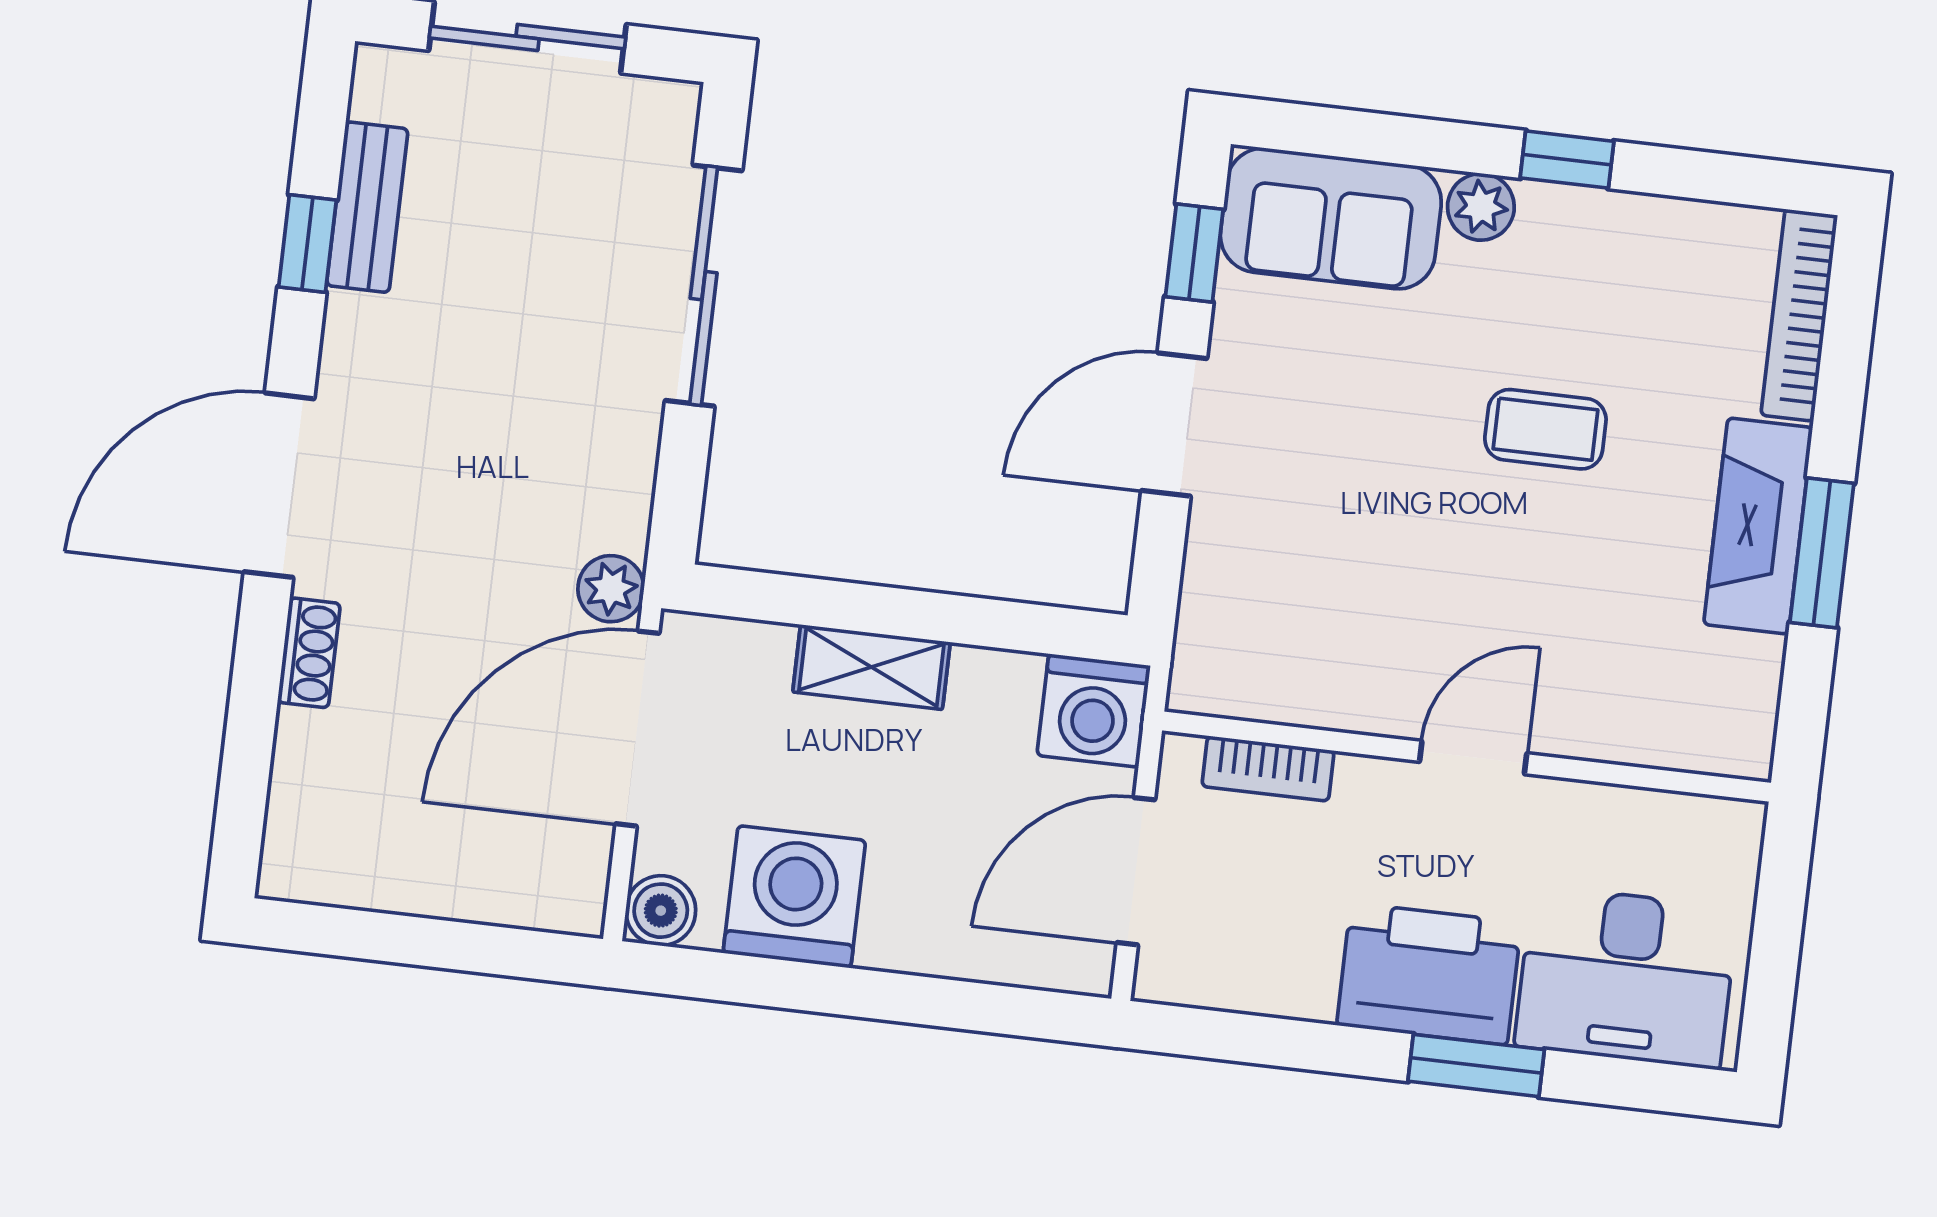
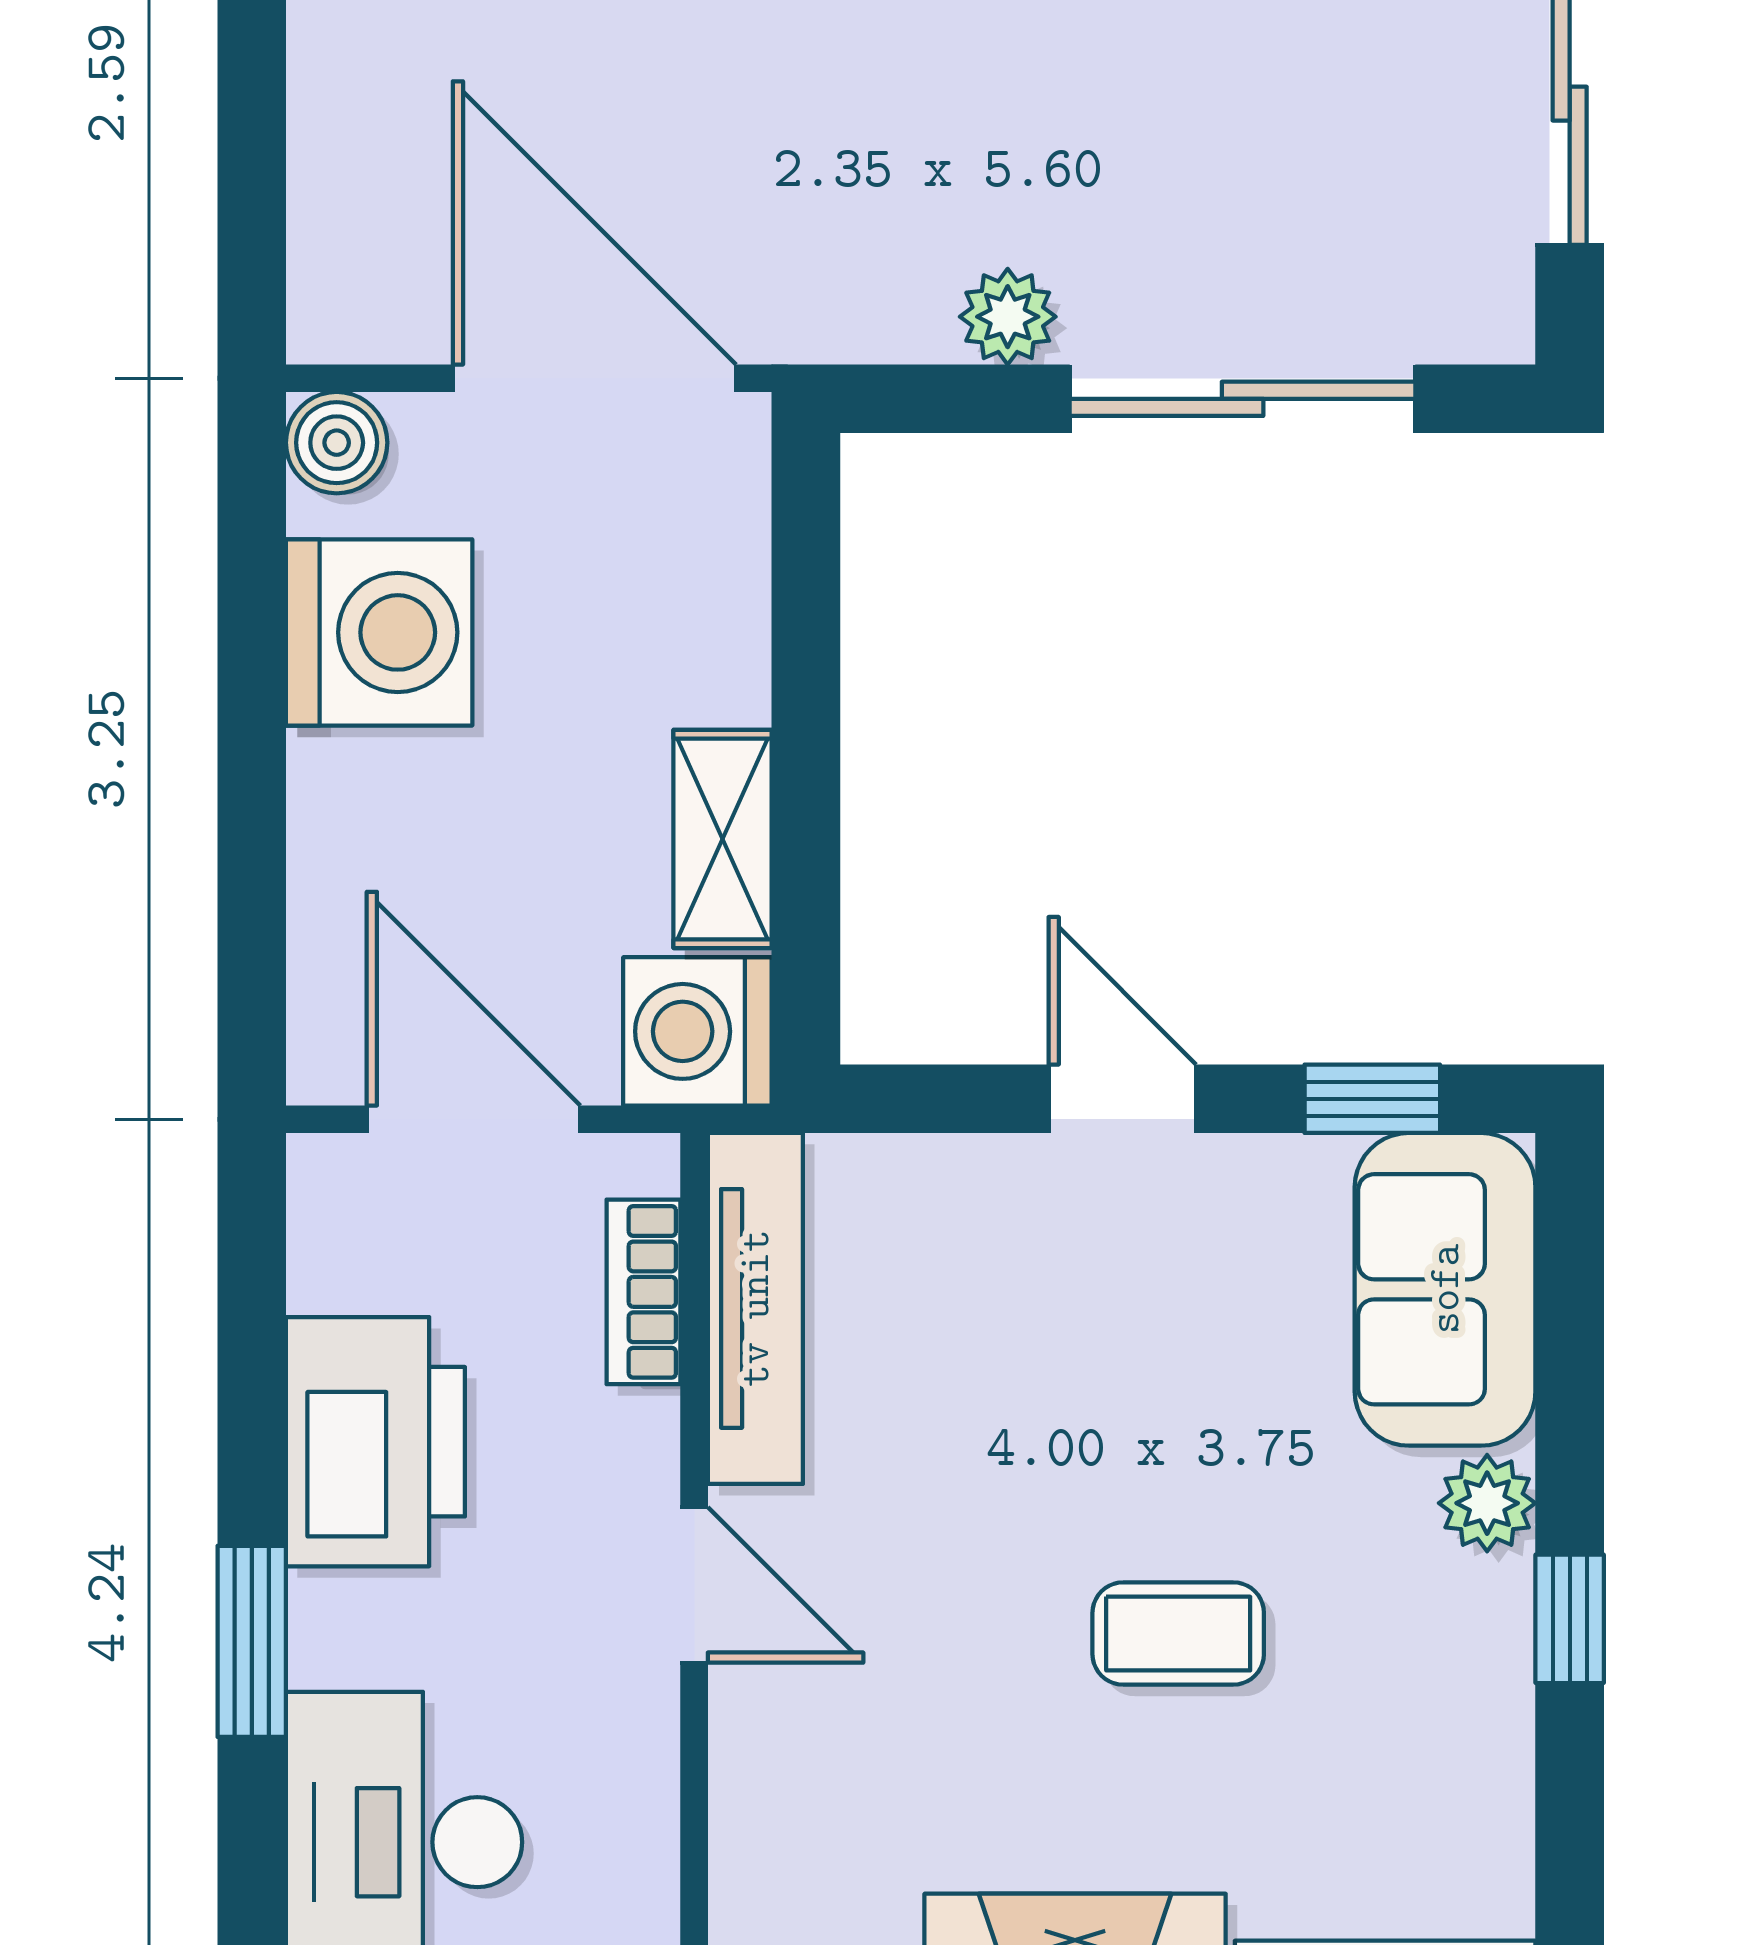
door: (1174, 424) -> (1122, 1099), width x0.73
coffee table: (1545, 429) -> (1178, 1634), turned 90
plant: (611, 589) -> (1008, 317), moved
shelving: (871, 667) -> (723, 839), moved
tv unit: (1288, 693) -> (755, 1308), added
printer: (1429, 974) -> (375, 1442), moved

